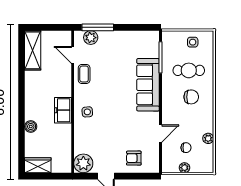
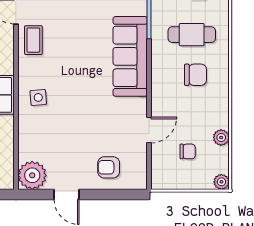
plant: (184, 168) -> (221, 182), moved

